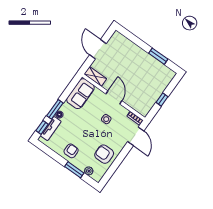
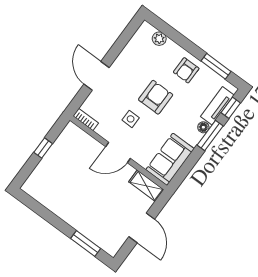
window: (158, 56) -> (86, 243), moved
door: (114, 97) -> (118, 153), hinge flipped
door: (136, 136) -> (97, 76), moved
armchair: (104, 154) -> (156, 97), moved, turned -90
window: (74, 170) -> (216, 66), moved

